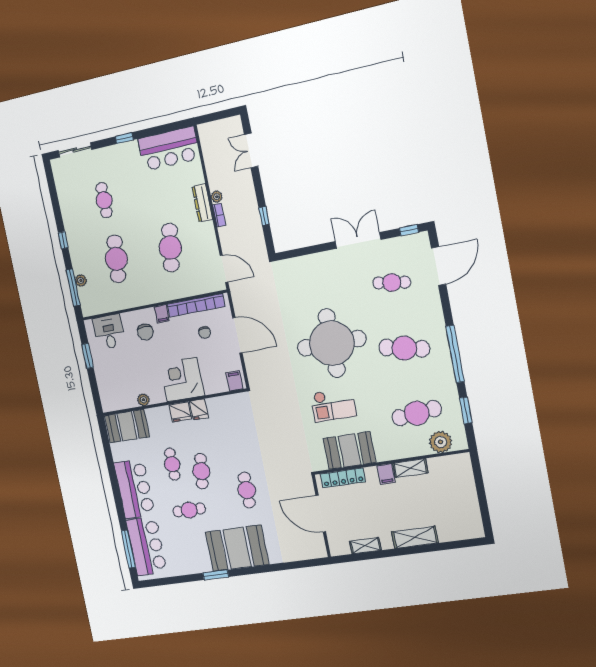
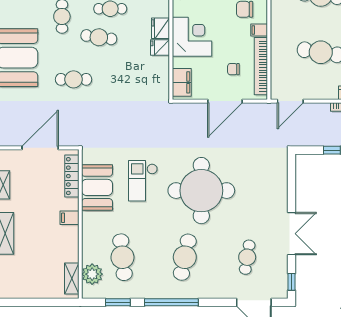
filing cabinet: (235, 381) -> (182, 82), width x2.00
shelving: (410, 468) -> (72, 278), moved

